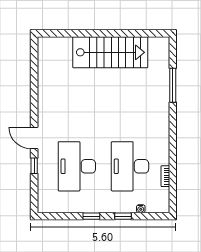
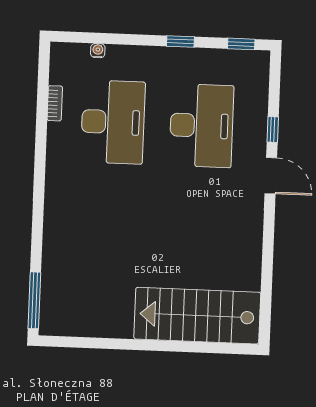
stairs: (110, 52) -> (197, 316), moved
window: (173, 85) -> (34, 300), moved
window: (123, 216) -> (241, 44), moved

